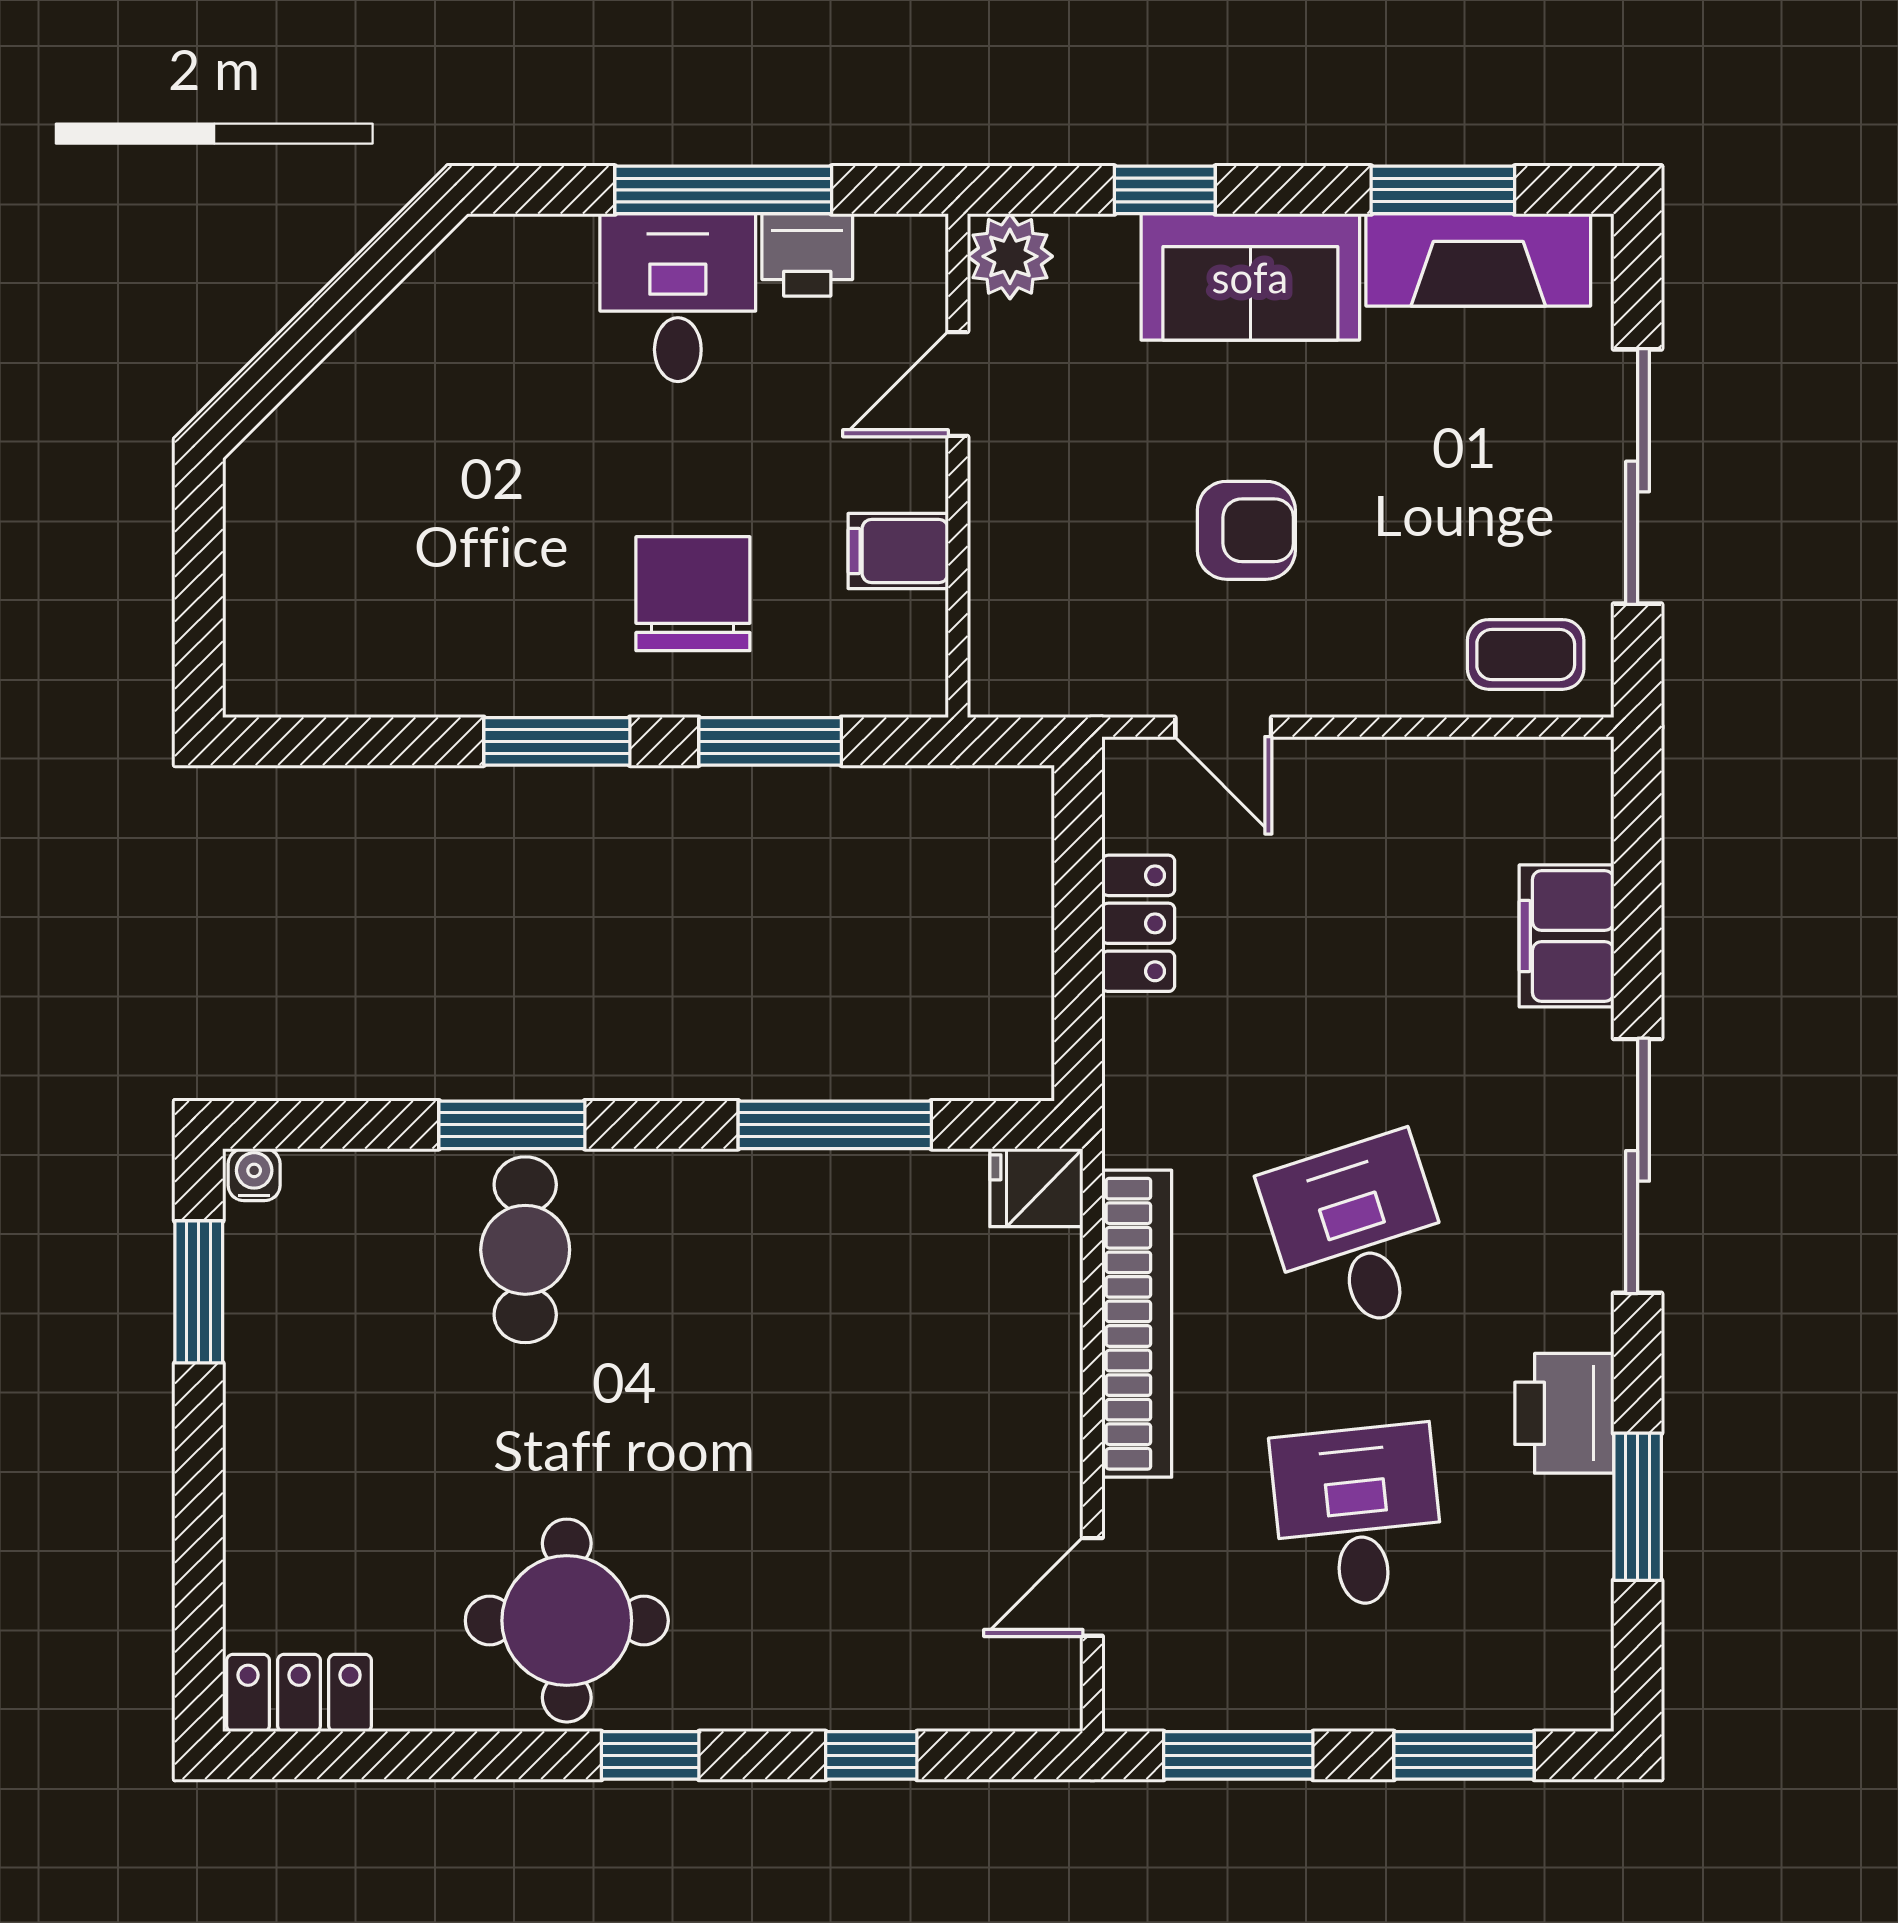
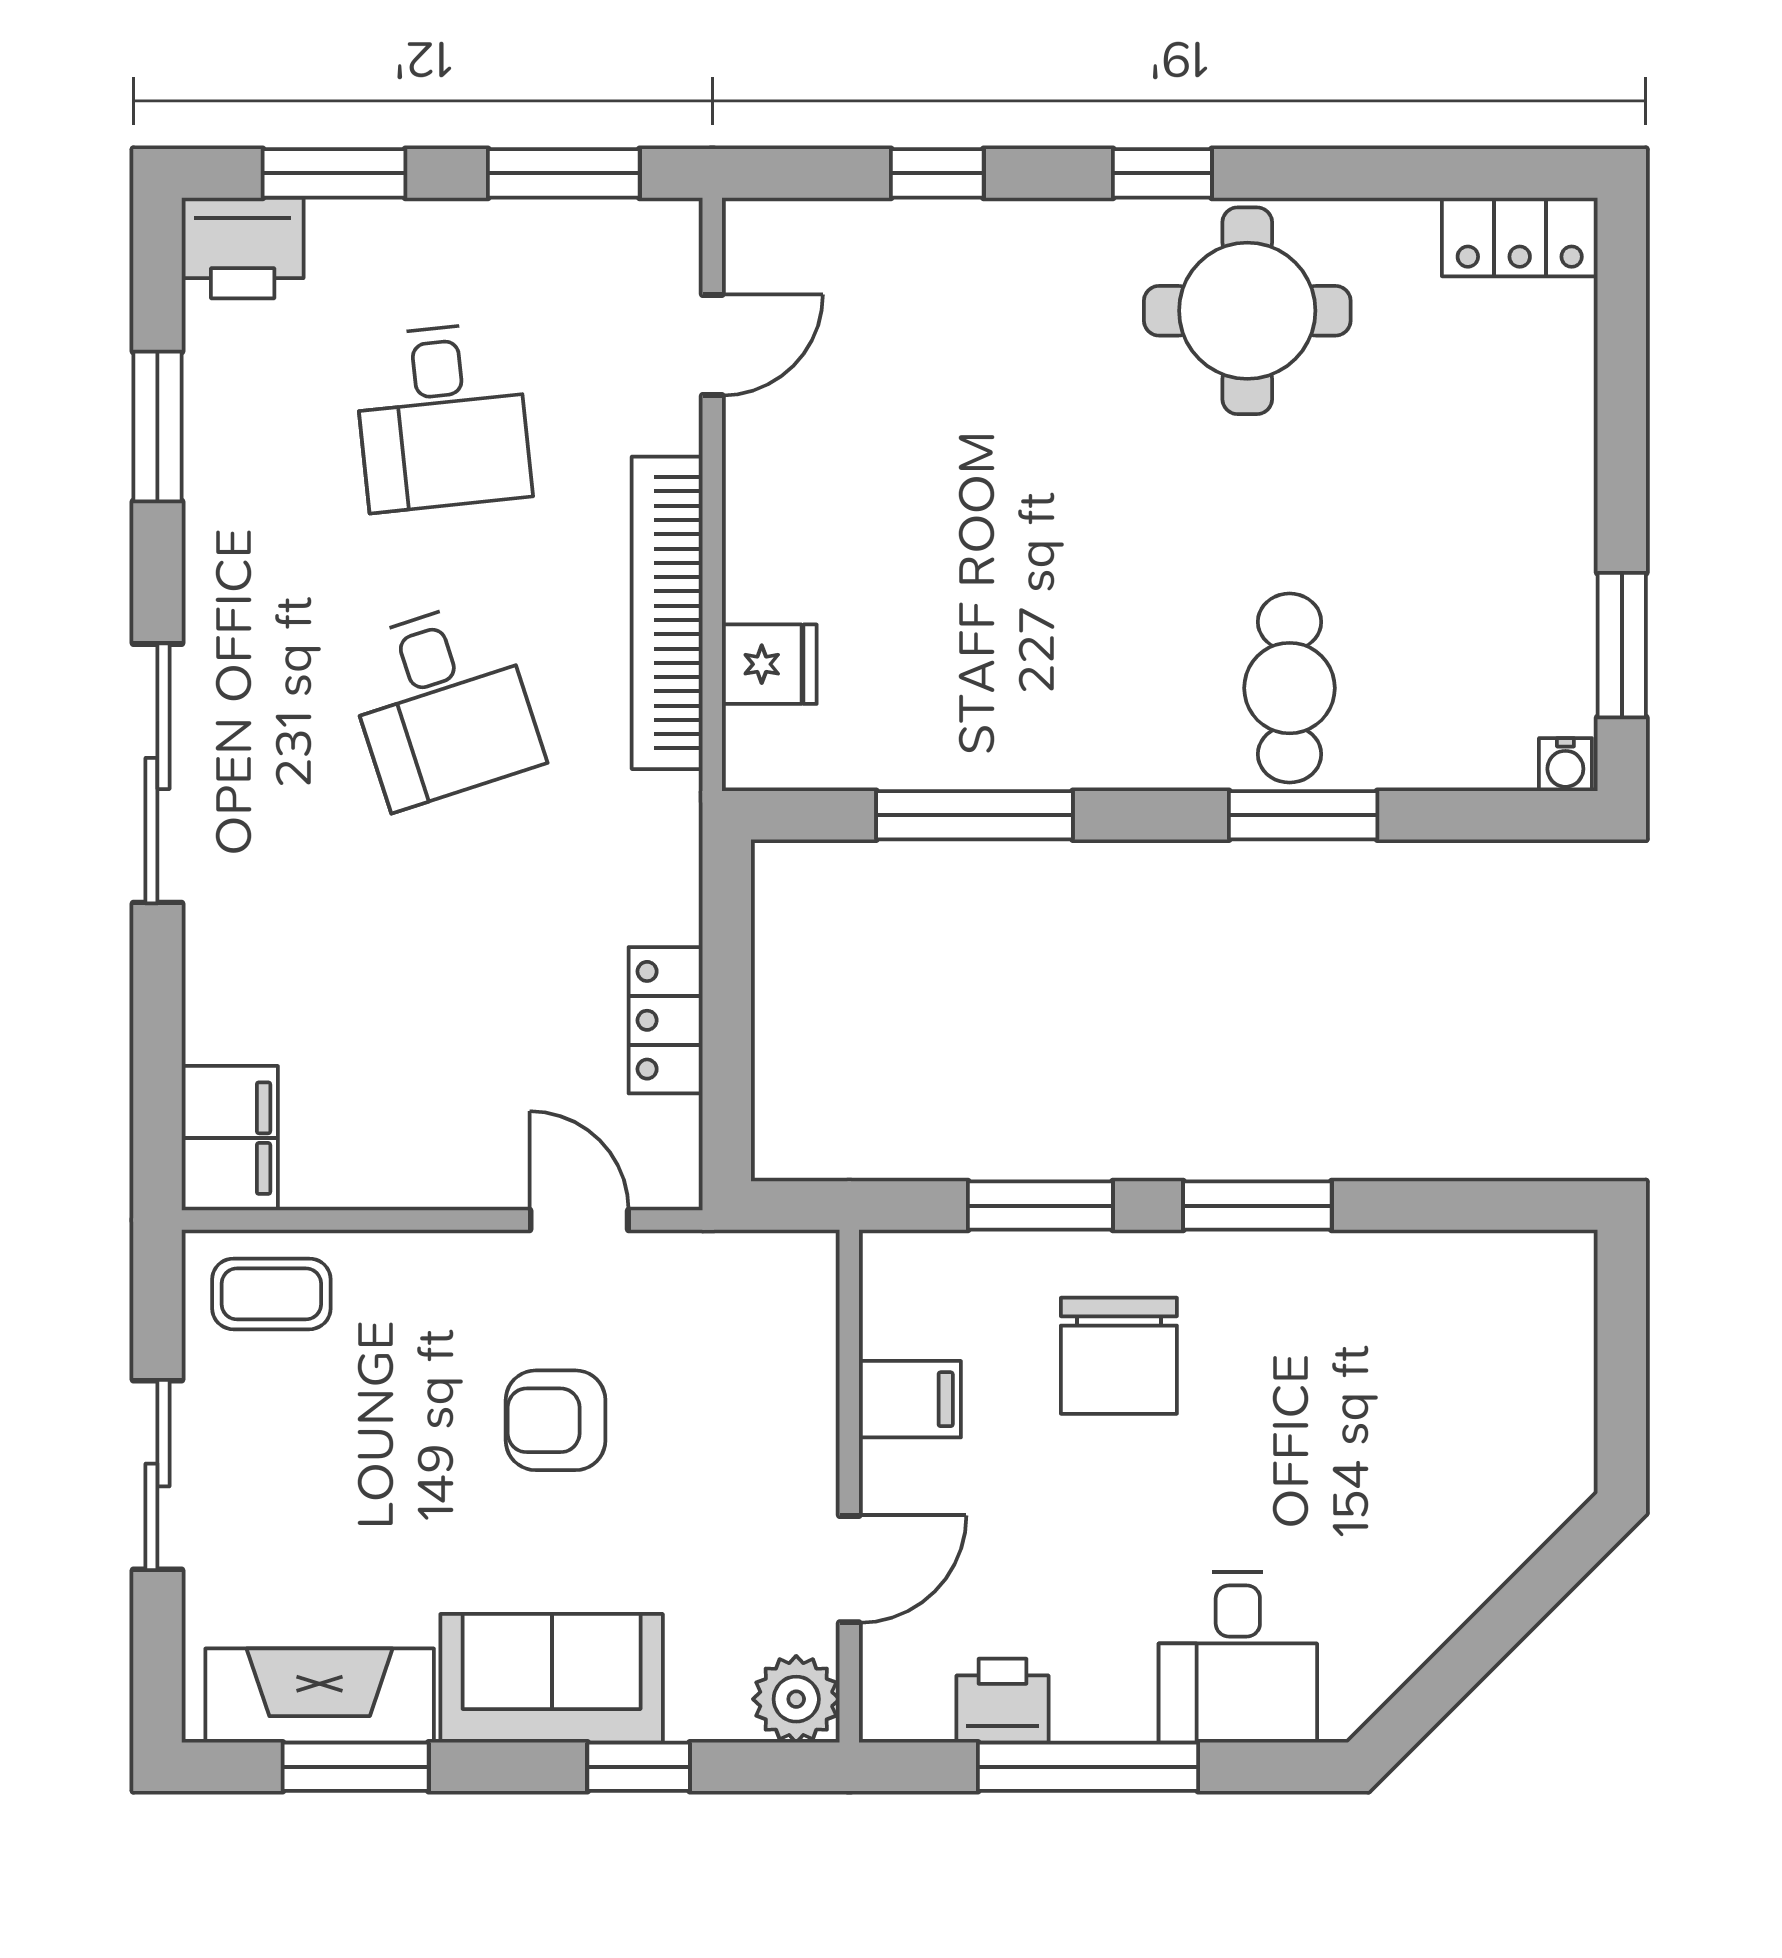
desk: (678, 298) -> (1238, 1657), moved
sliding door: (1638, 477) -> (157, 1475), width x0.73
filing cabinet: (1566, 936) -> (230, 1138), moved
fridge: (1036, 1188) -> (769, 664), moved
printer: (1564, 1413) -> (243, 248), moved, turned 90

